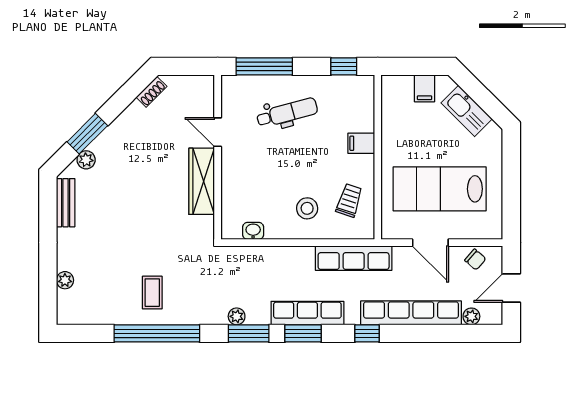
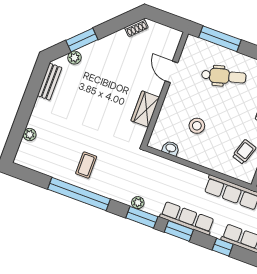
wardrobe: (202, 181) -> (145, 109), width x0.67
stool: (307, 208) -> (197, 126), moved

